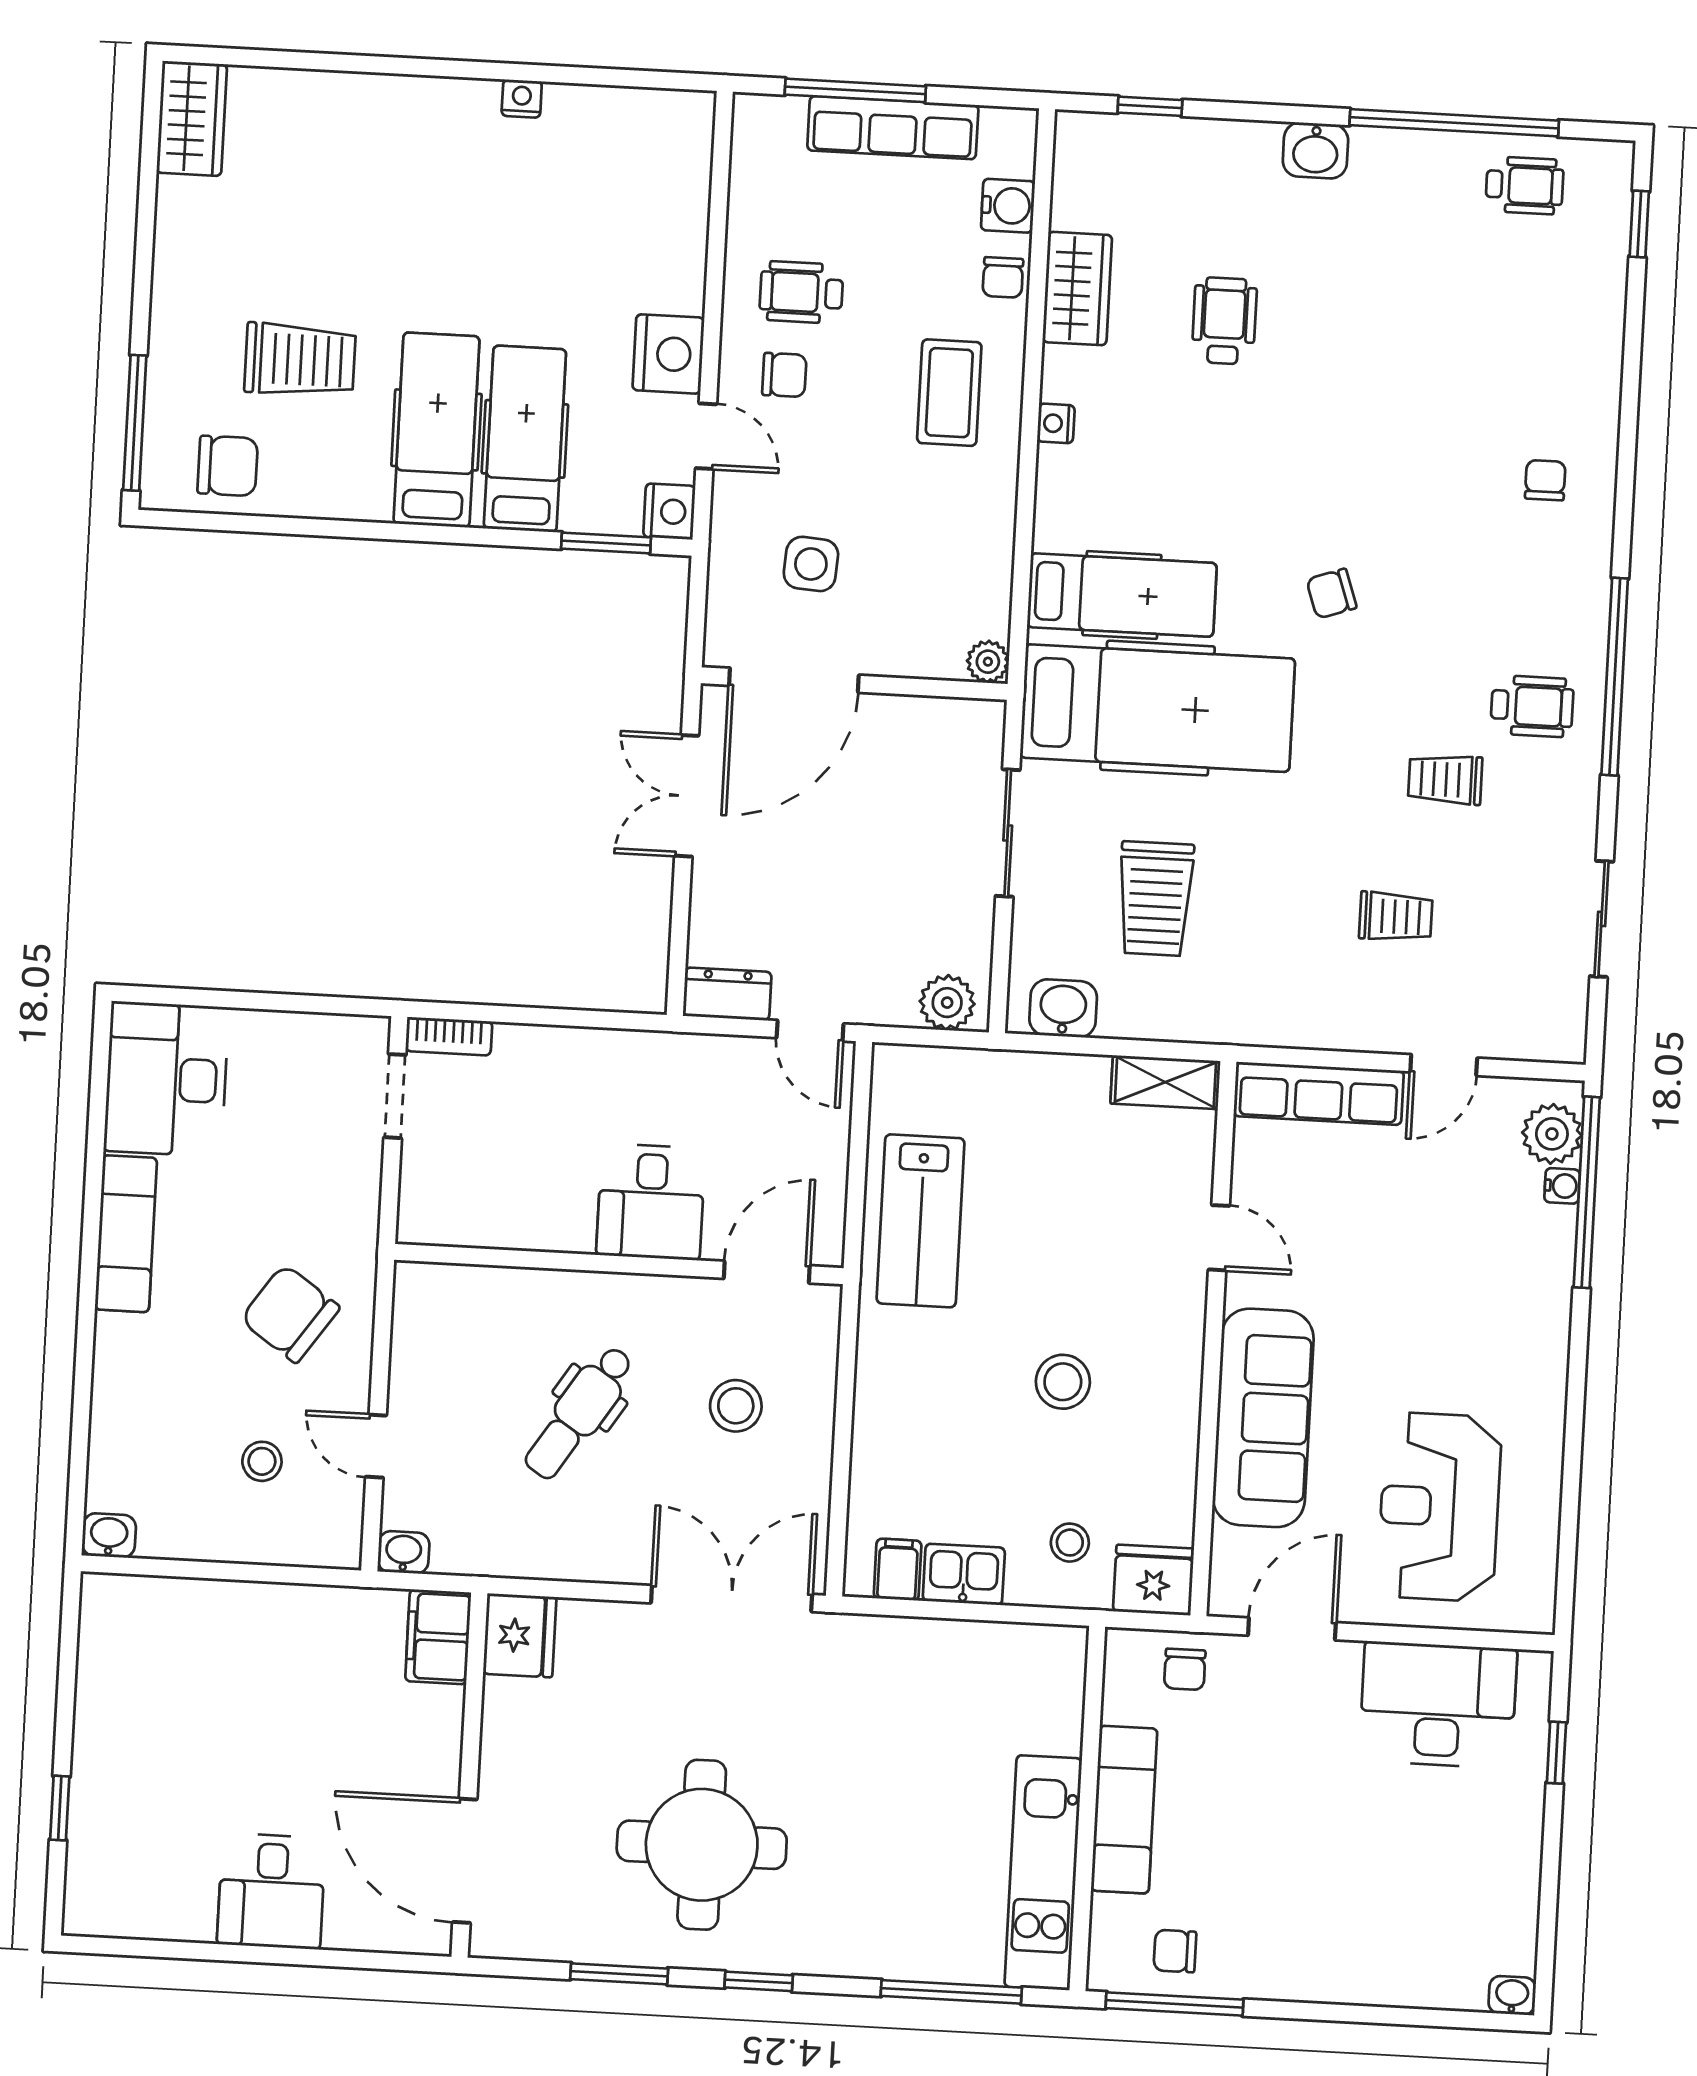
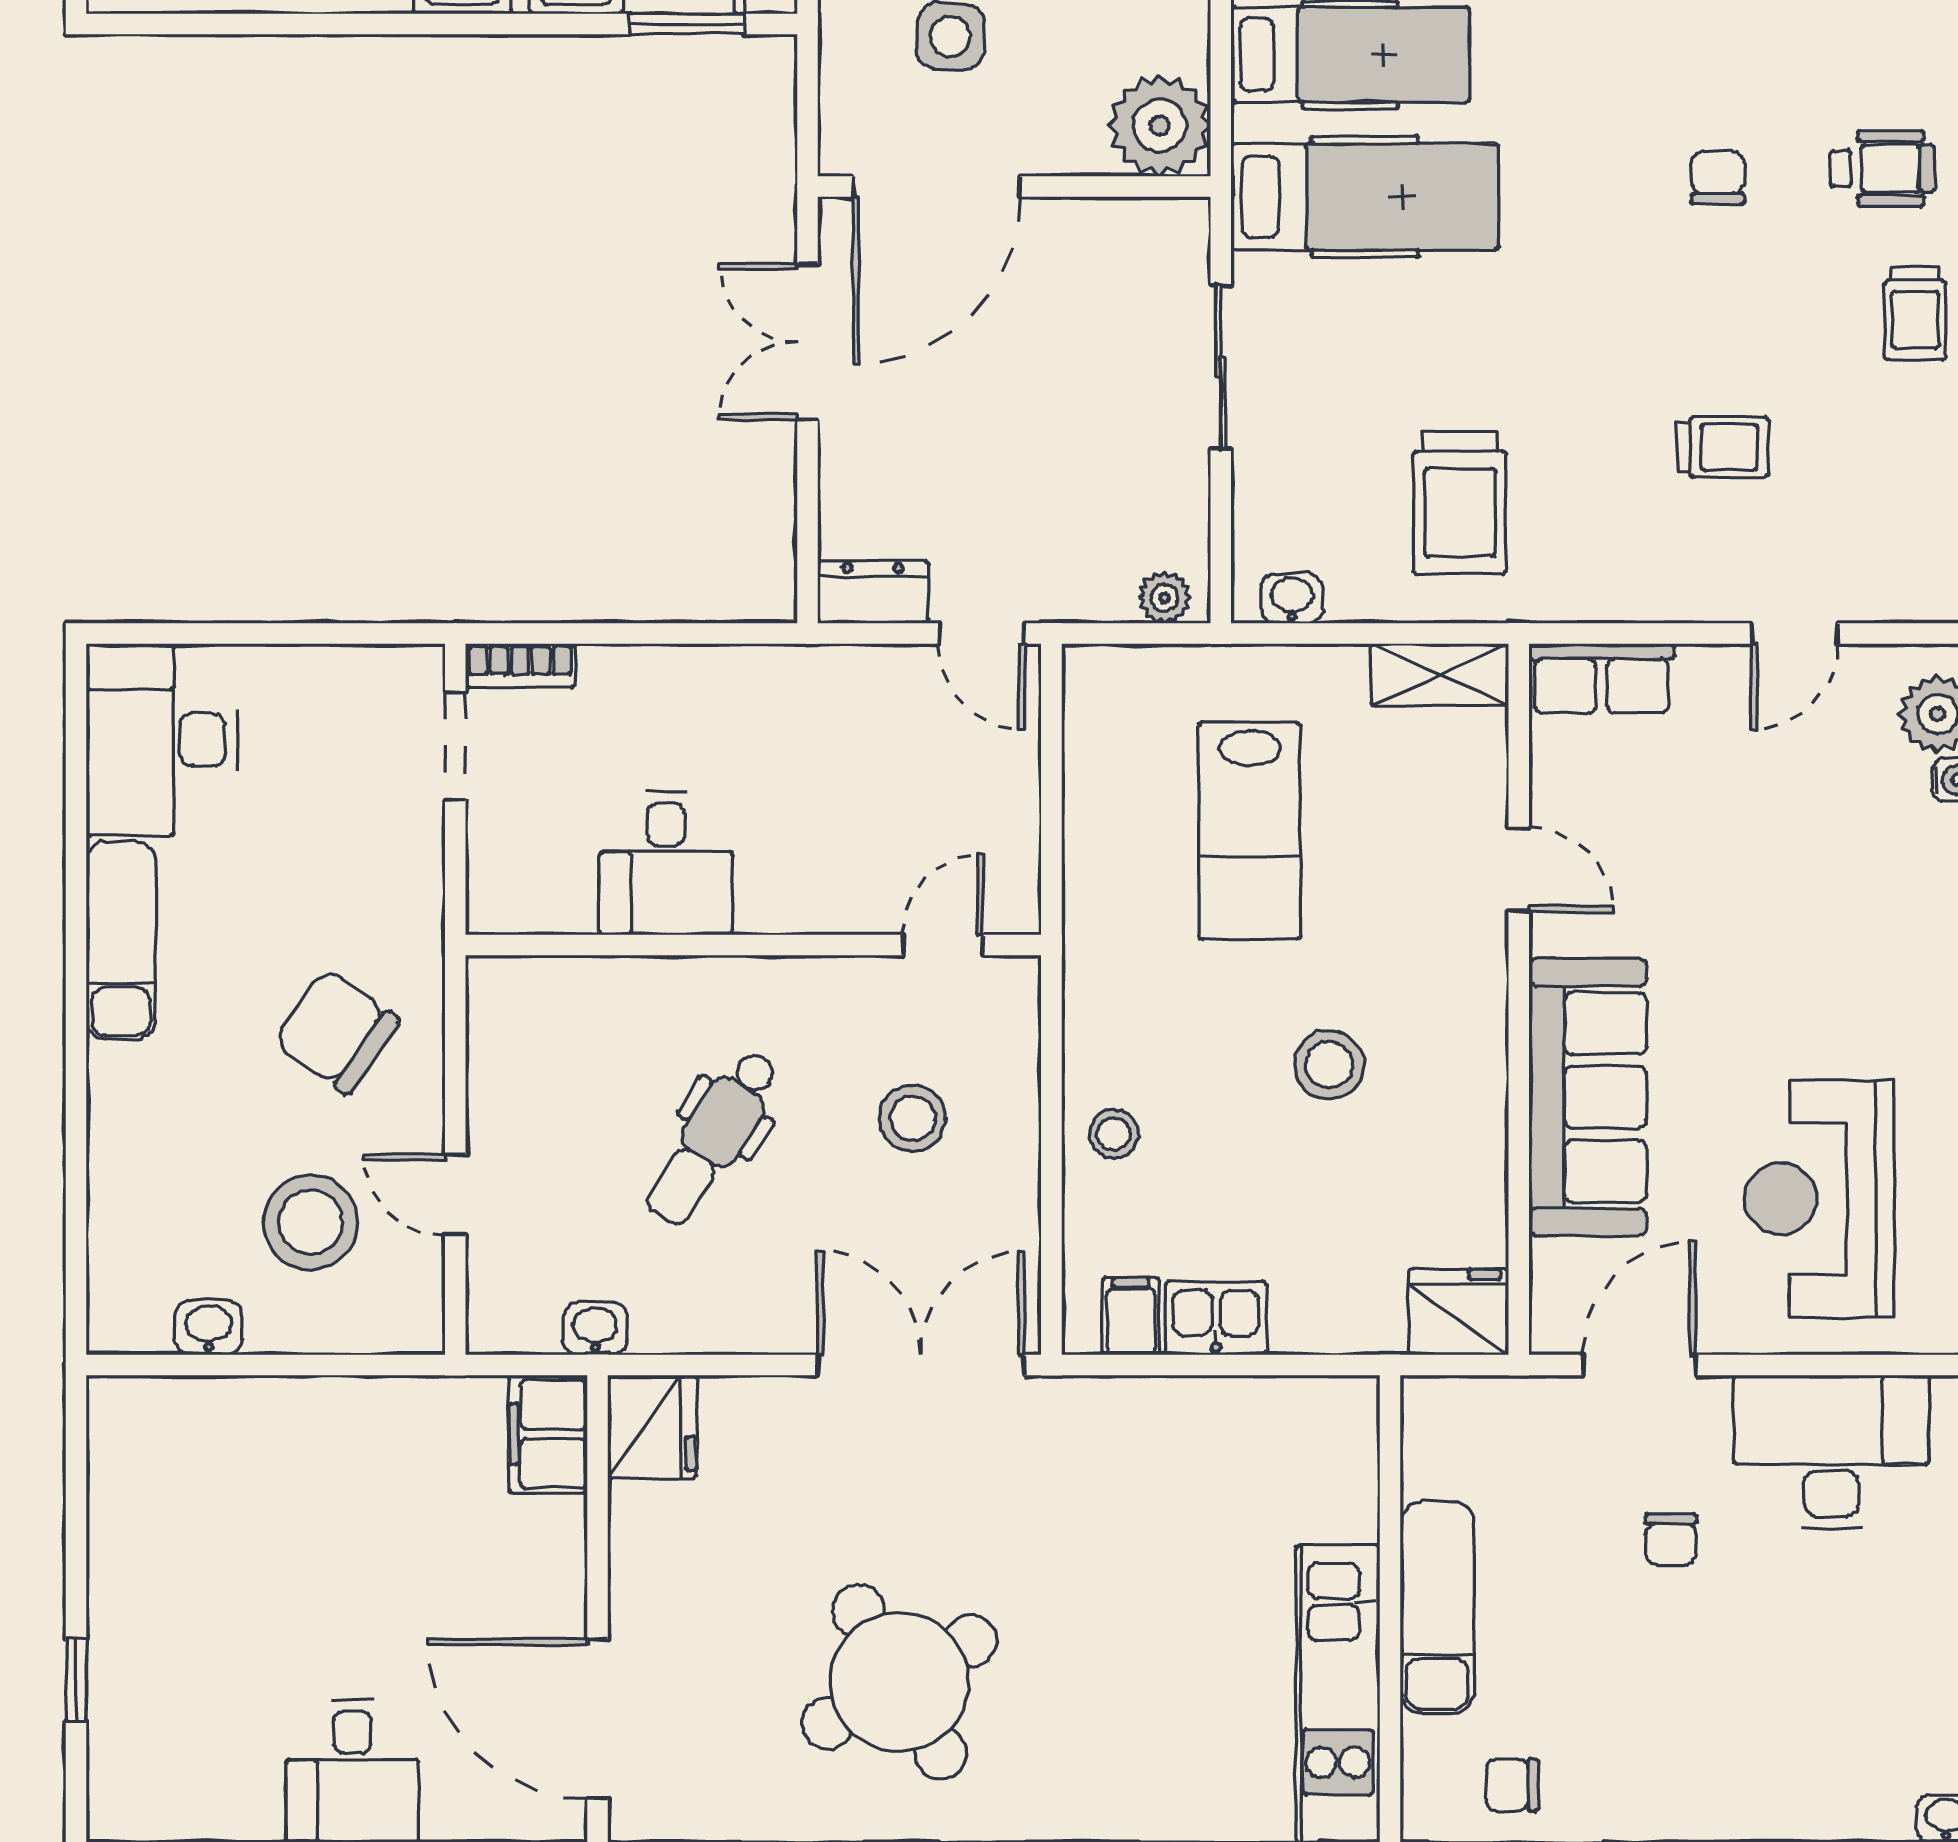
chair: (1331, 594) -> (1718, 177), moved, turned 109
plant: (988, 662) -> (1160, 126), width x1.88, depth x1.88
hospital bed: (1157, 708) -> (1365, 197), width x0.73, depth x0.78
trolley: (1445, 779) -> (1915, 313), moved, turned -90
trolley: (1155, 899) -> (1460, 503), moved
plant: (947, 1003) -> (1165, 598), width x0.73, depth x0.73
washbasin: (1063, 1008) -> (1292, 598), width x0.72, depth x0.69
row of seats: (1319, 1093) -> (1602, 678), width x0.68
desk: (651, 1202) -> (666, 863), moved
lab bench: (921, 1221) -> (1250, 831), moved
door: (767, 1272) -> (943, 945), width x0.73
stool: (262, 1461) -> (311, 1222), width x1.89, depth x1.89
washbasin: (109, 1535) -> (209, 1327), moved
stool: (1070, 1543) -> (1114, 1134), moved
washbasin: (404, 1552) -> (595, 1329), moved
chair: (1185, 1669) -> (1671, 1539), moved
round table: (702, 1845) -> (899, 1682), turned -30

